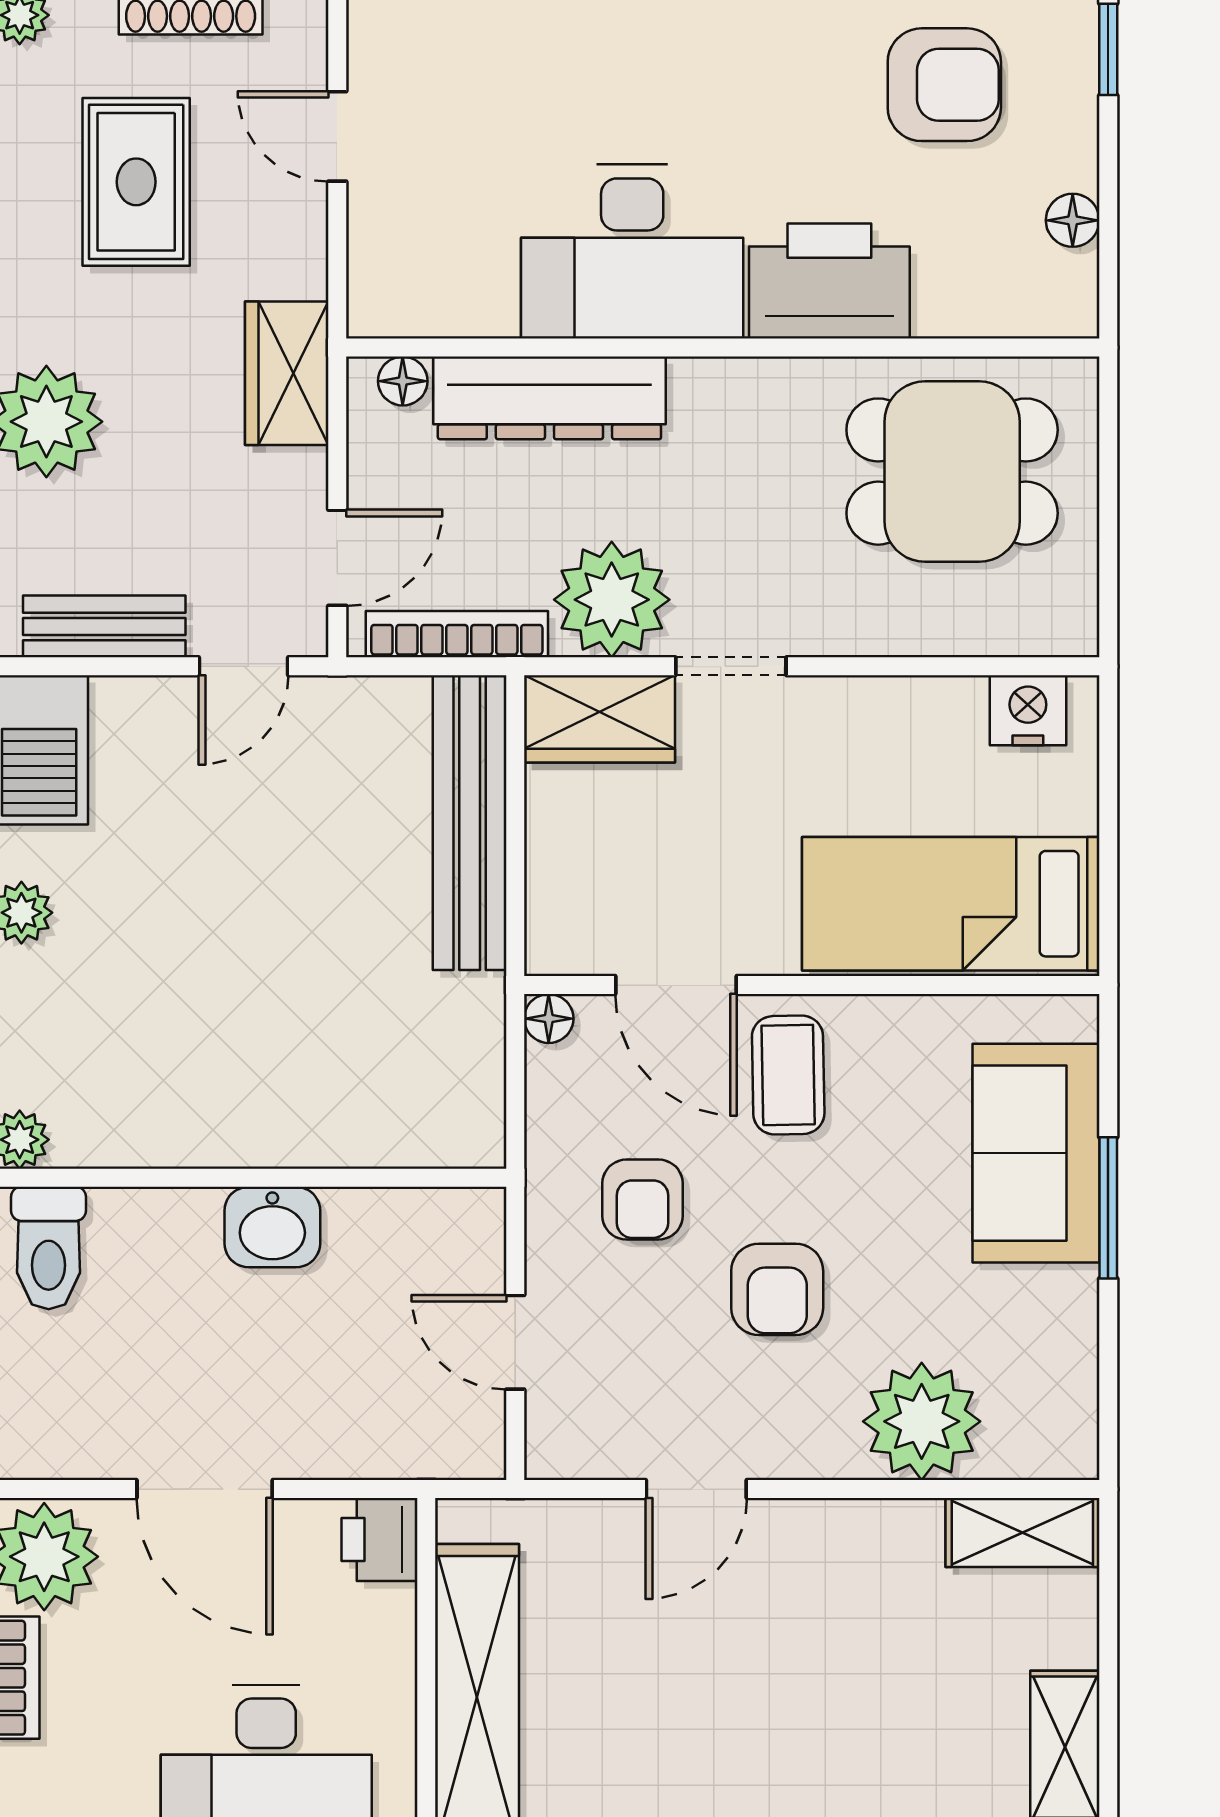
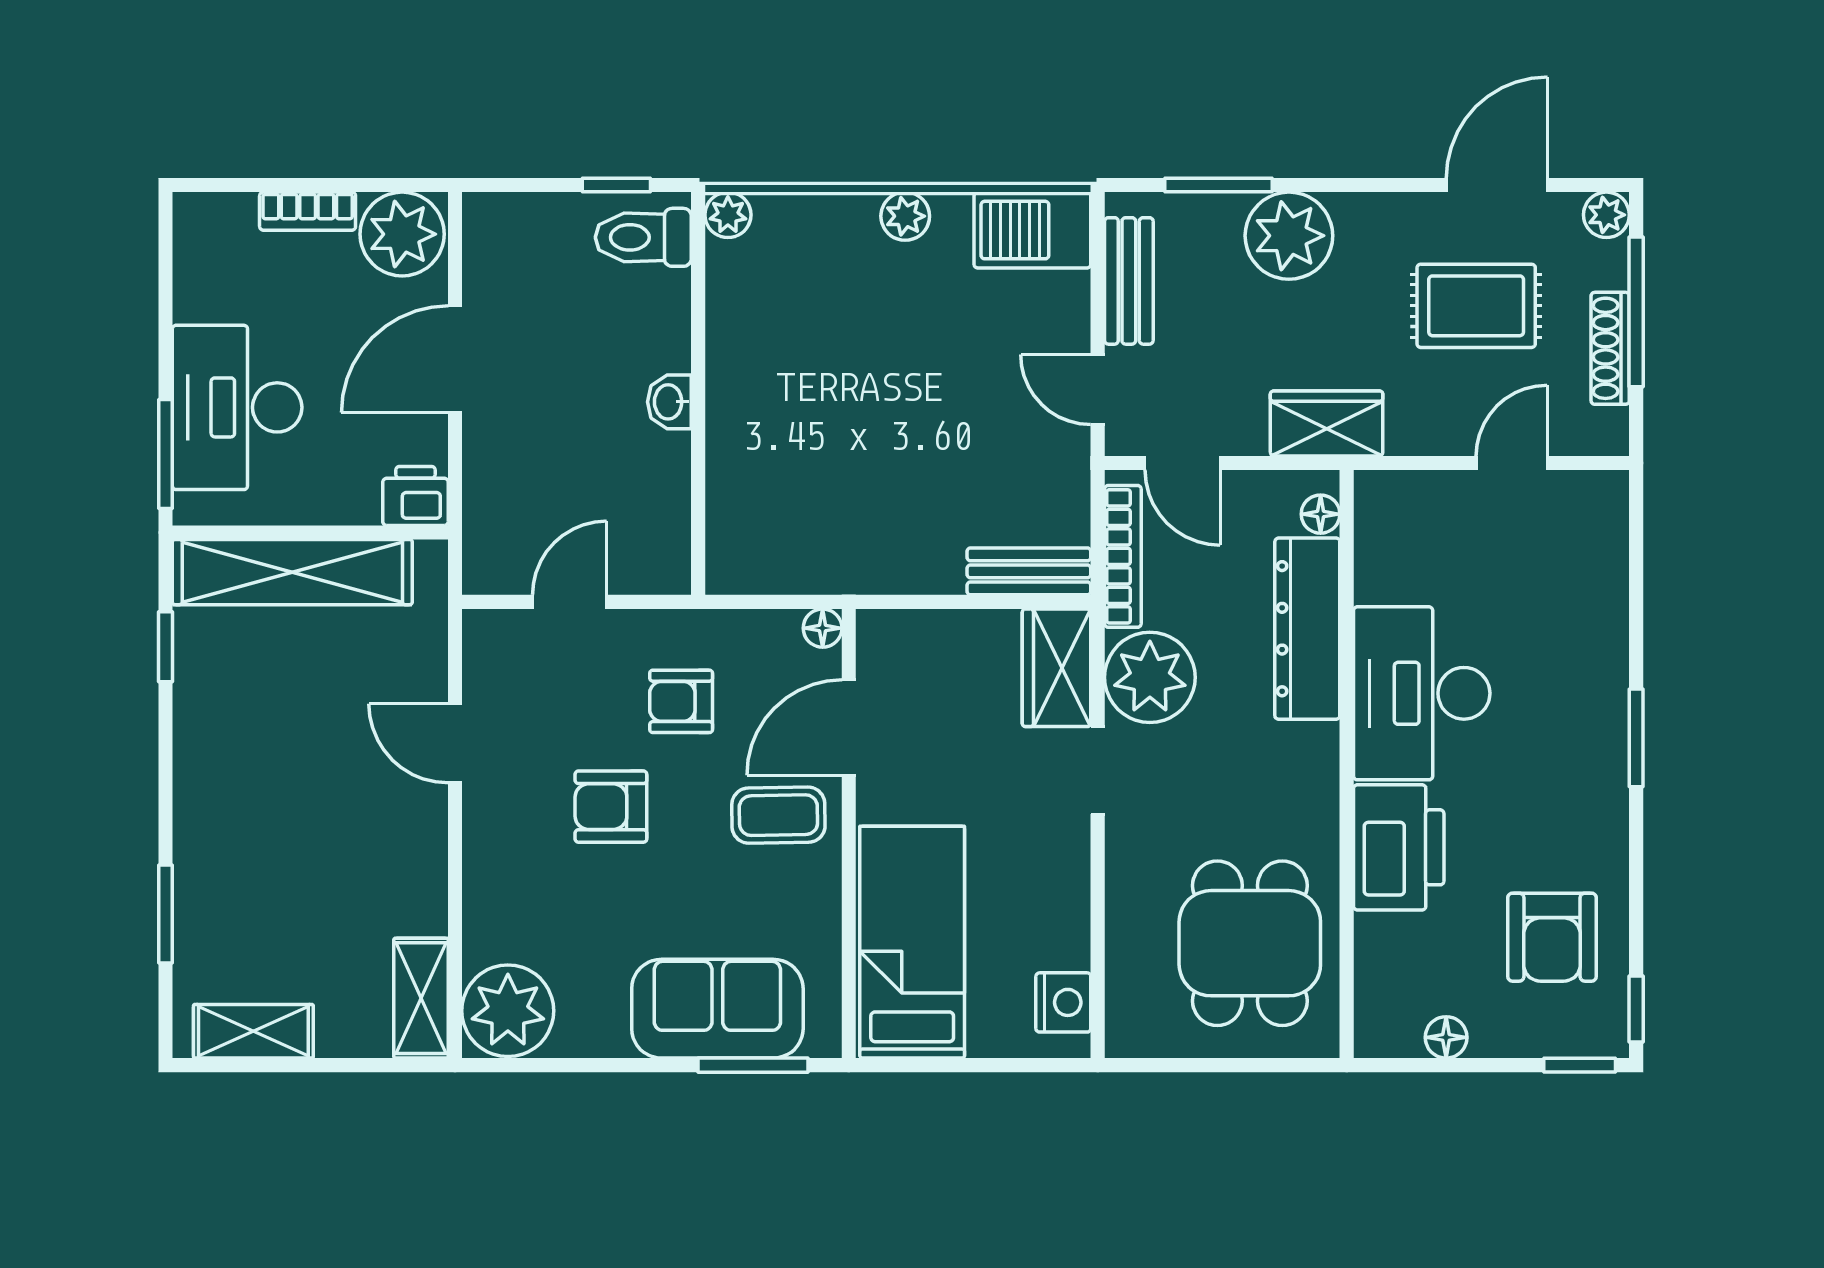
bench: (470, 823) -> (1029, 571), width x0.54, depth x0.82
window: (1108, 1208) -> (753, 1065), moved
washbasin: (272, 1227) -> (669, 402), width x0.72, depth x0.69
plant: (922, 1421) -> (508, 1011), moved

